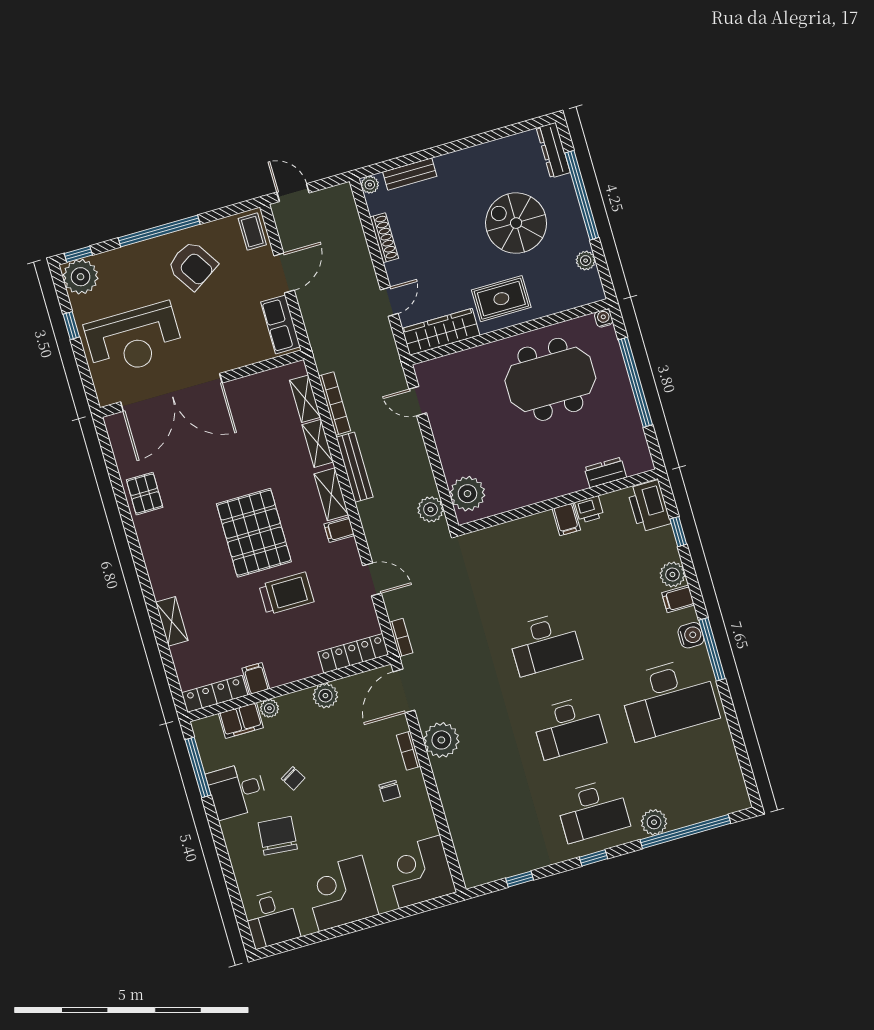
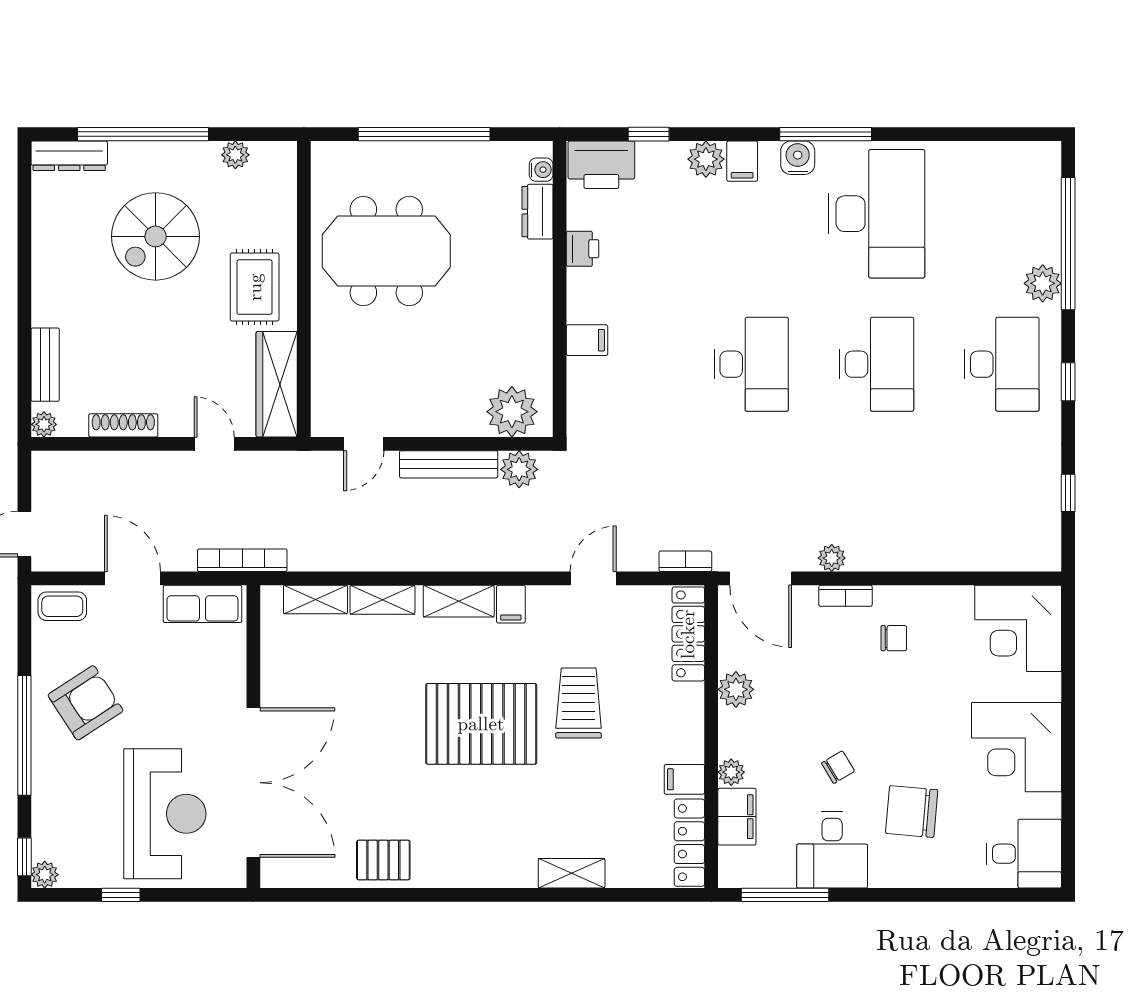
plant: (81, 277) -> (45, 875), width x0.53, depth x0.53
water cooler: (604, 318) -> (541, 170), moved, turned 180
meeting table: (550, 379) -> (386, 251), turned 90
bookcase: (335, 403) -> (242, 560), moved
bench: (355, 467) -> (449, 464), moved
filing cabinet: (566, 519) -> (587, 340), moved
plant: (441, 740) -> (832, 558), width x0.53, depth x0.53

